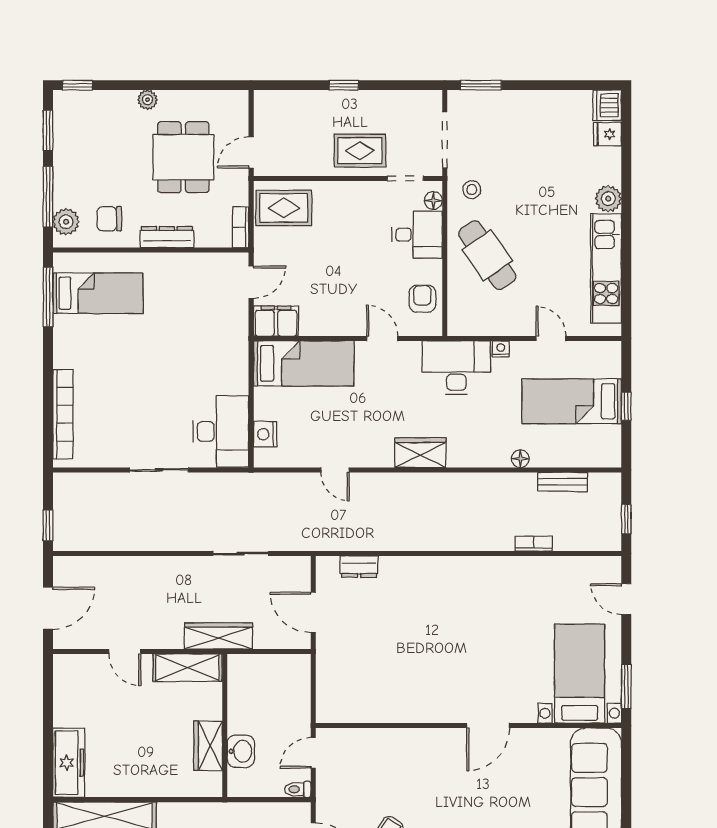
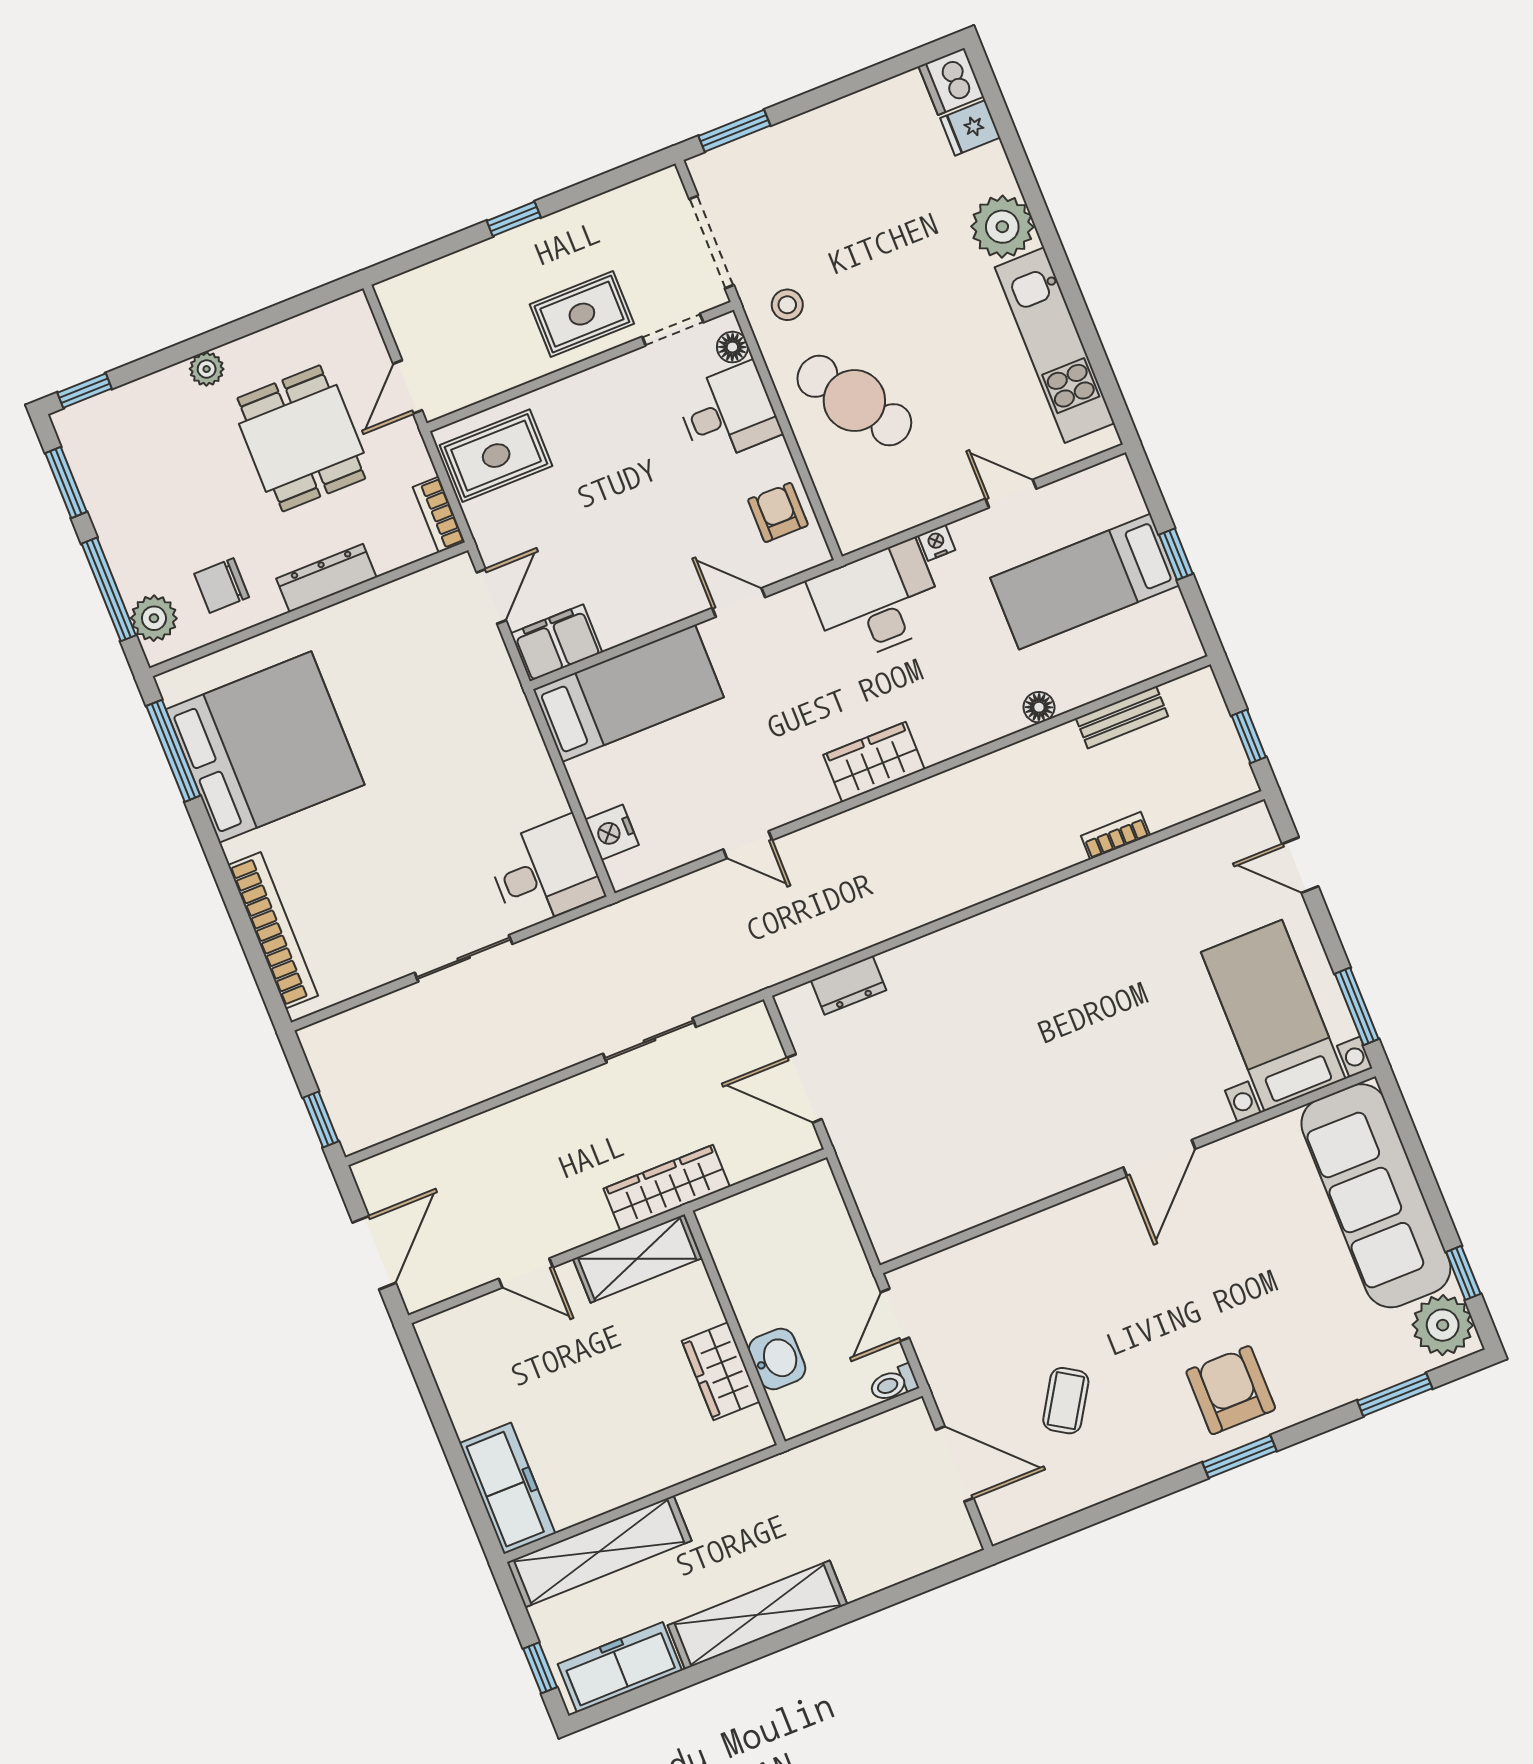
plant: (608, 199) -> (1002, 227), width x1.36, depth x1.36
bed: (98, 293) -> (265, 747), width x2.04
desk: (221, 431) -> (545, 872), width x0.73

